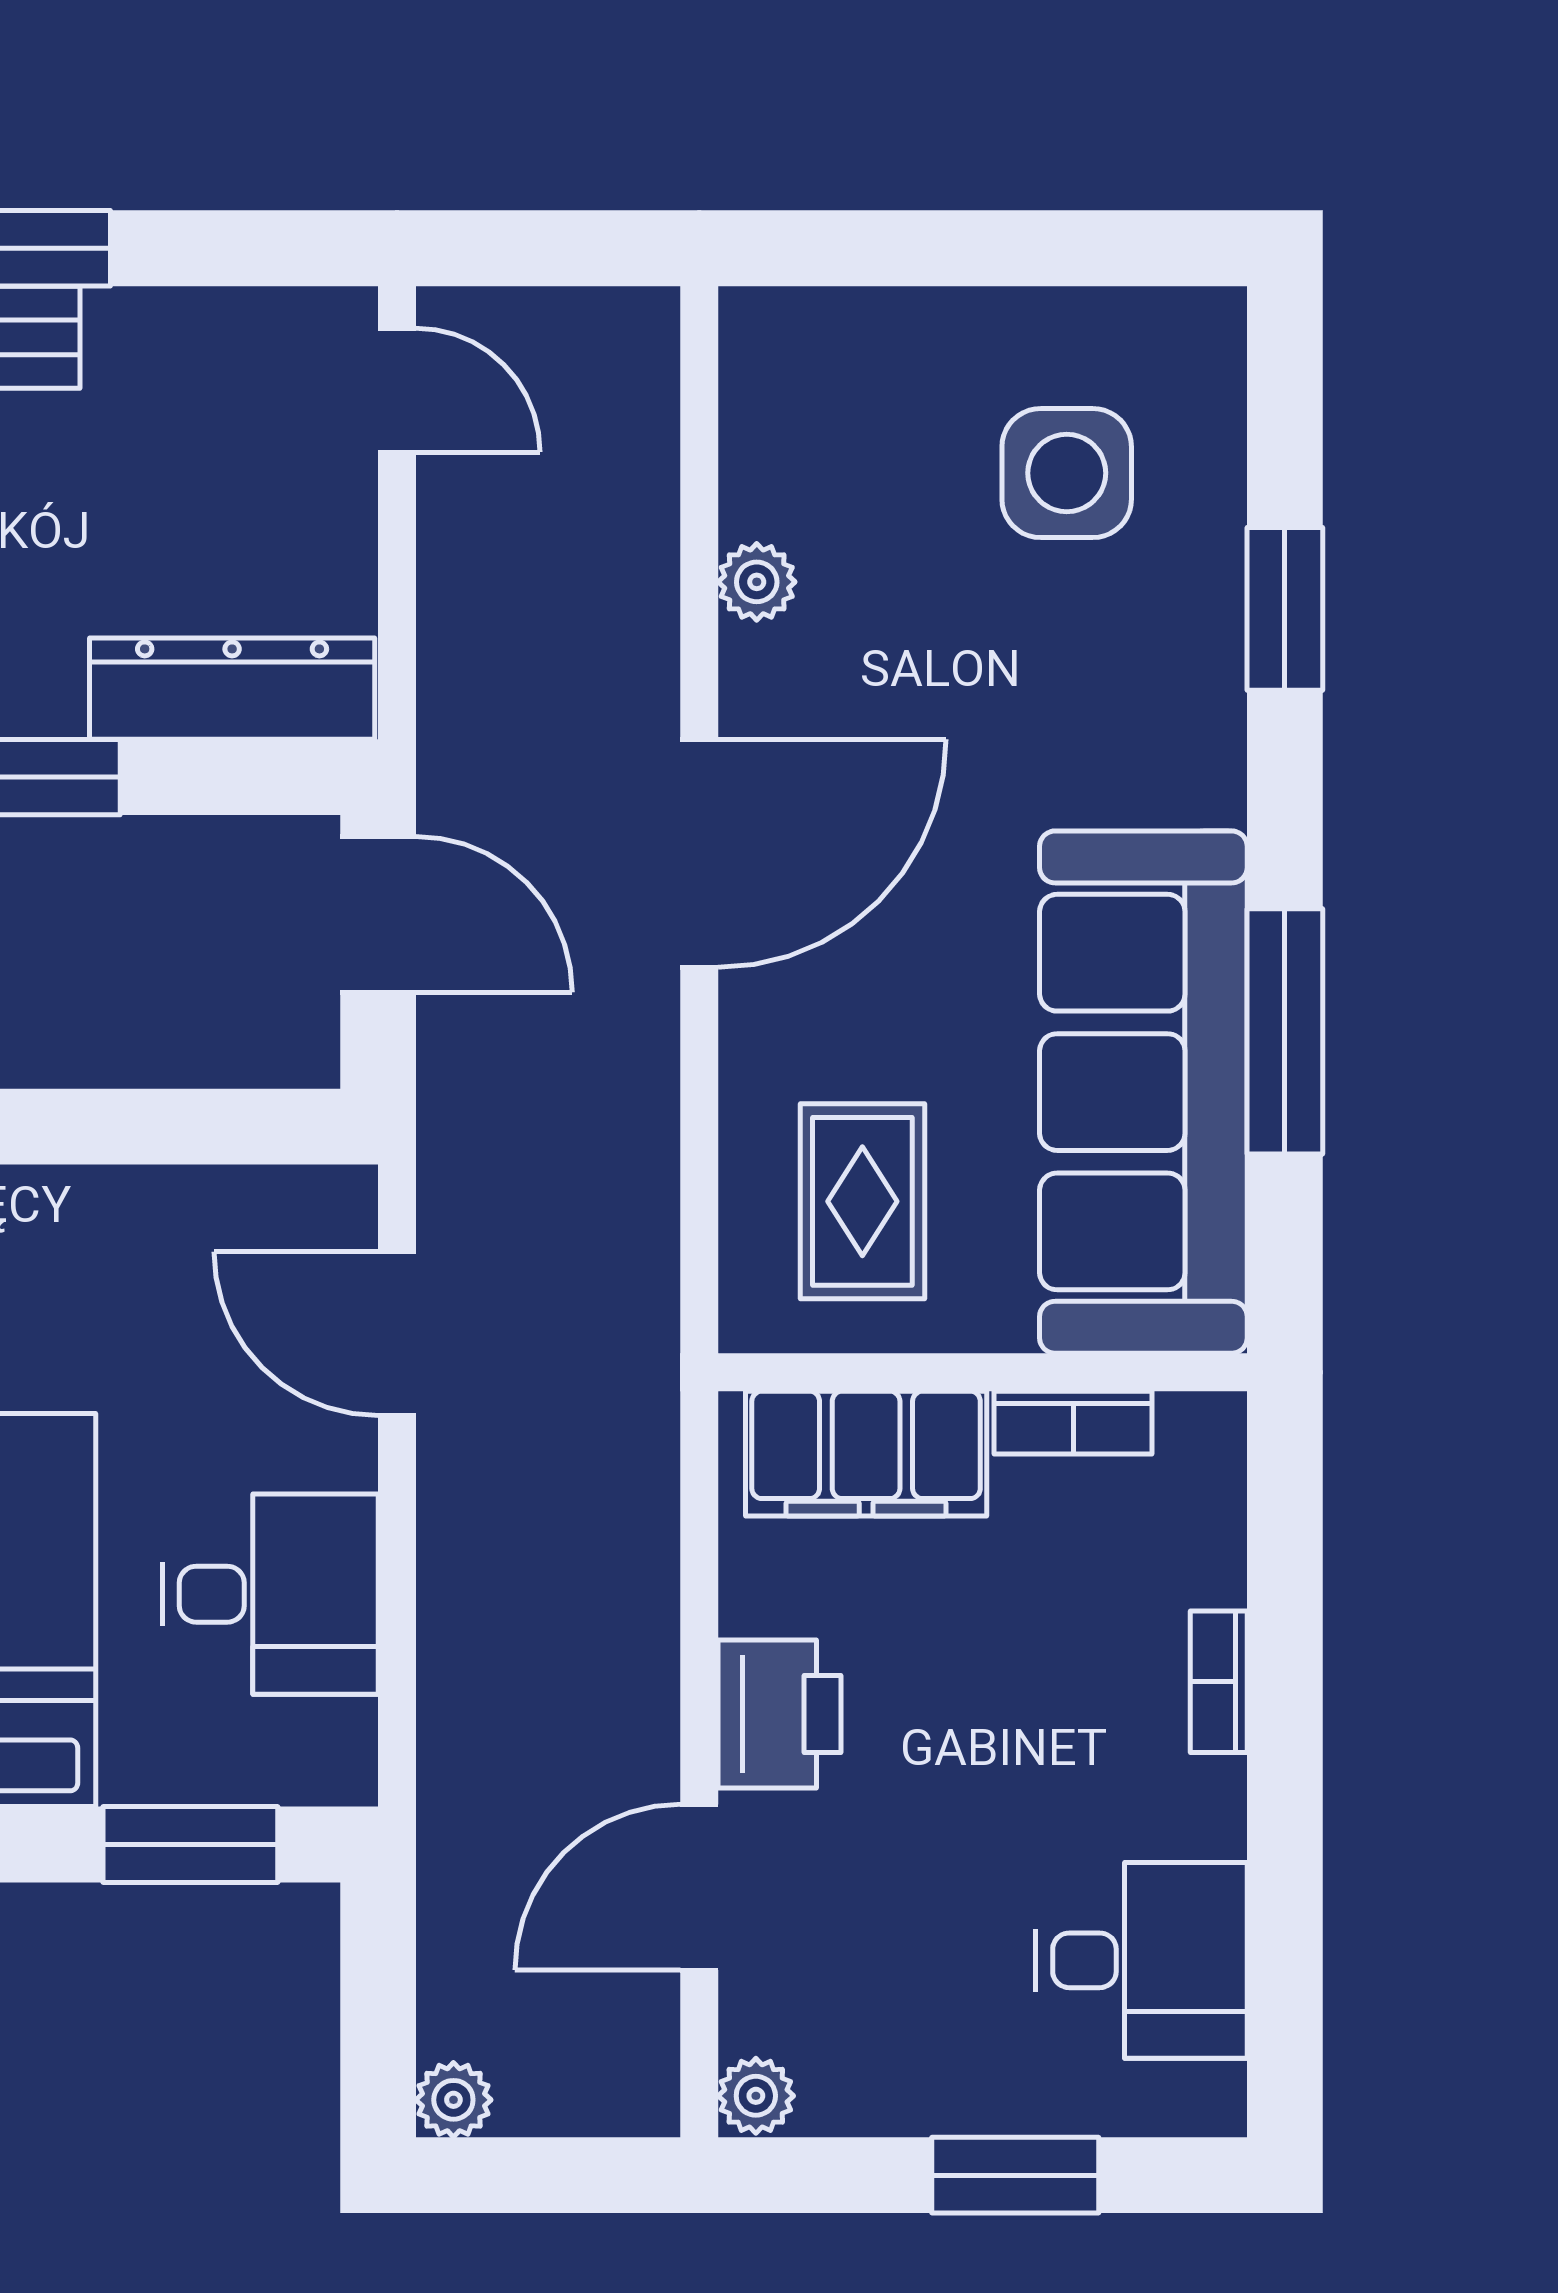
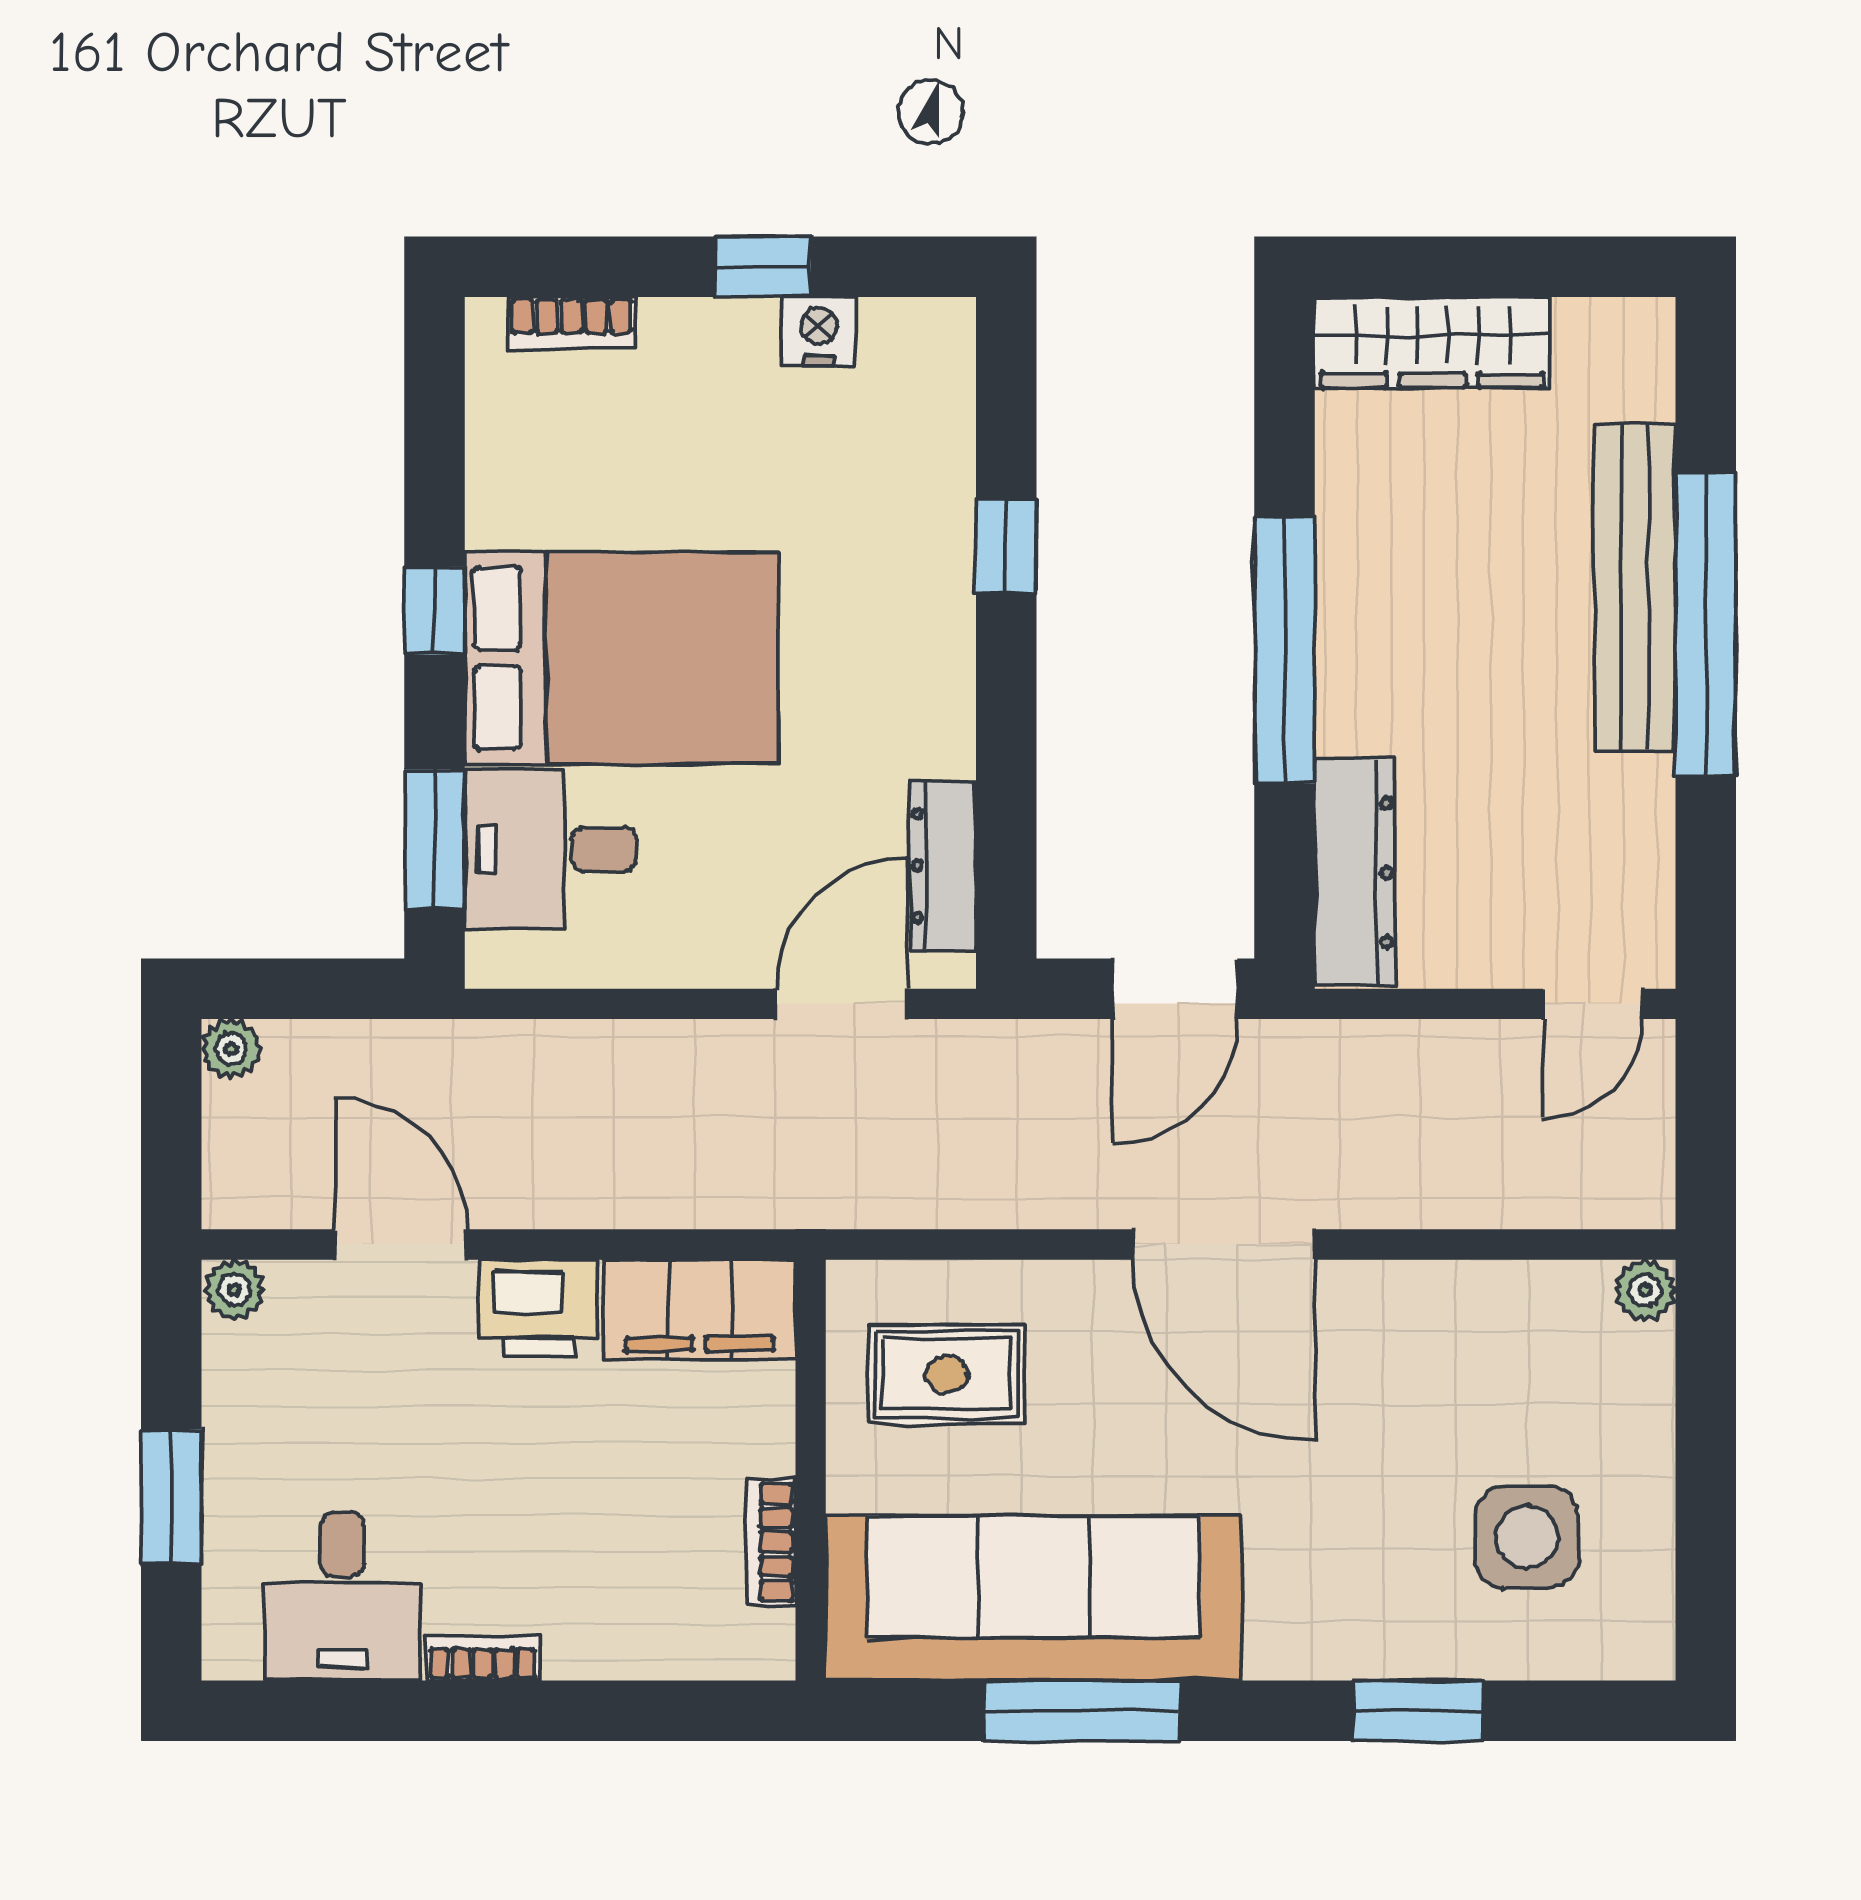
plant: (757, 582) -> (1645, 1290), moved
dresser: (223, 1206) -> (943, 866), added
filing cabinet: (866, 1454) -> (700, 1309), moved, turned -90
desk: (270, 1594) -> (551, 850), moved, turned 90
bookcase: (1219, 1682) -> (483, 1658), moved

